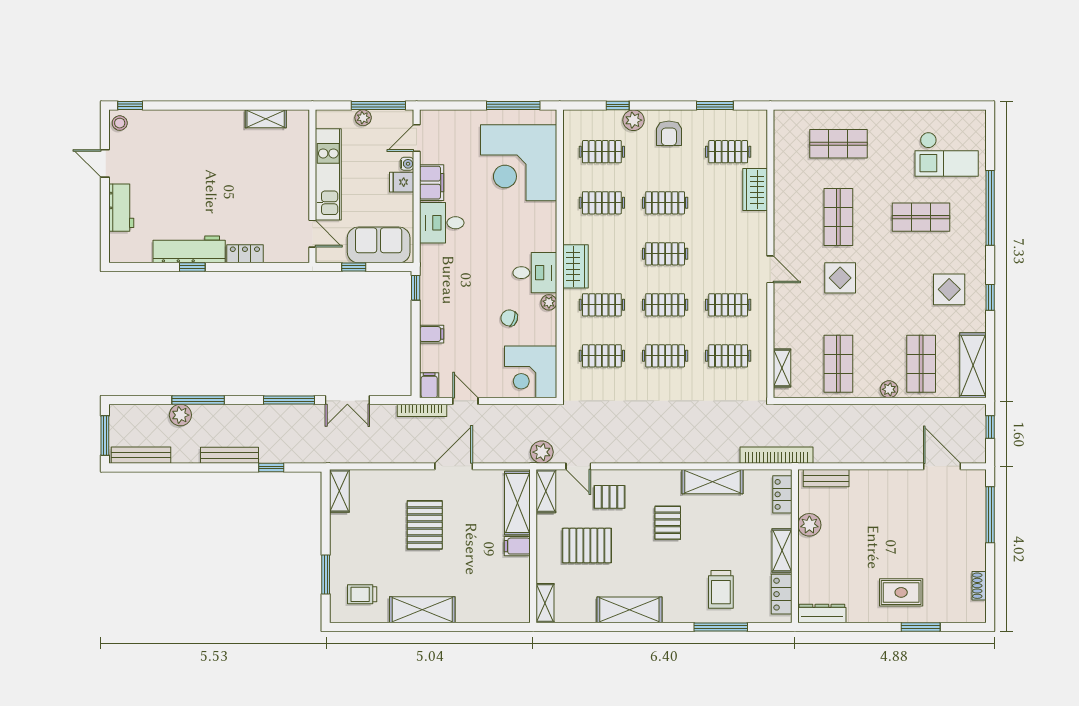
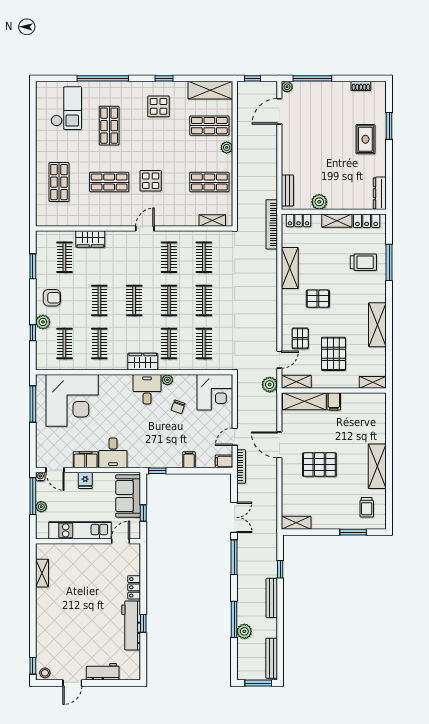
water cooler: (407, 164) -> (40, 477), moved
plant: (978, 478) -> (287, 87), added

